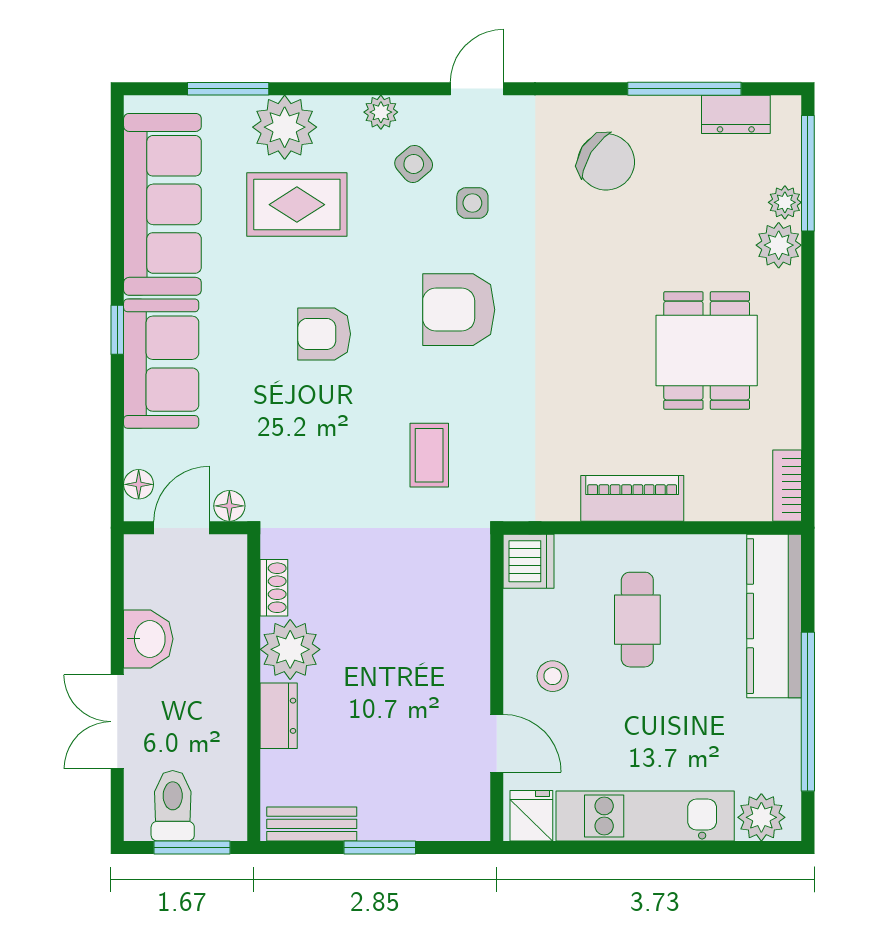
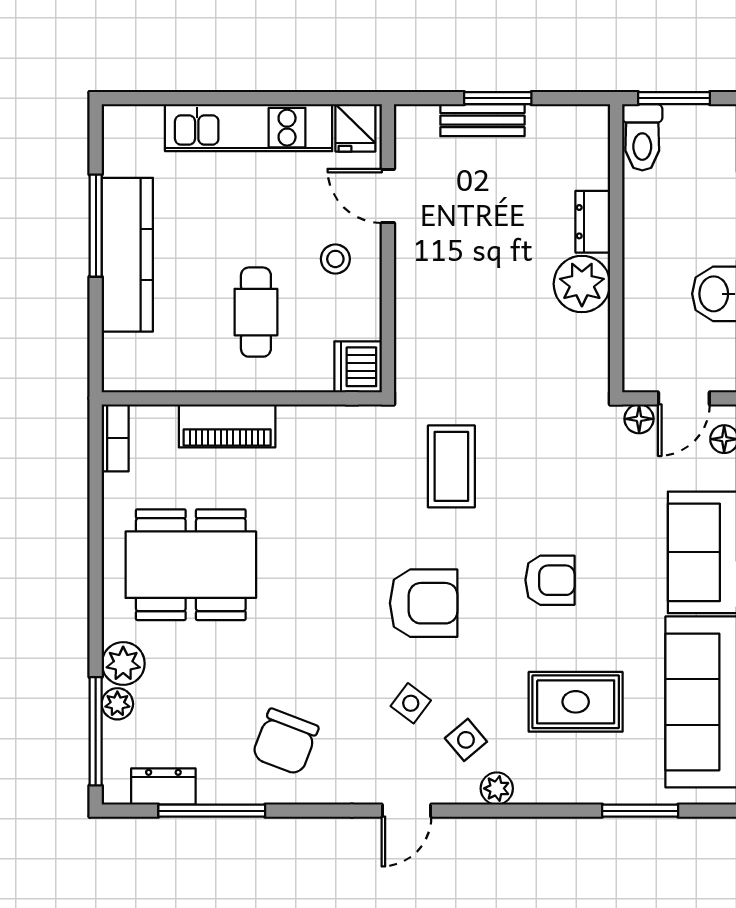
plant: (285, 127) -> (587, 774), removed
chair: (606, 162) -> (285, 742), turned -101
side table: (472, 203) -> (411, 703), turned 37
dining table: (707, 351) -> (191, 565), width x1.37
coffee table: (429, 455) -> (451, 466), width x1.36, depth x1.30
piano: (632, 498) -> (227, 426), moved
shoe rack: (274, 588) -> (597, 342), removed
kitchen counter: (774, 616) -> (127, 255), moved
window: (808, 712) -> (96, 226), width x0.68
toilet: (173, 806) -> (642, 137), moved
plant: (761, 817) -> (139, 126), removed
bench: (312, 824) -> (482, 120), moved

